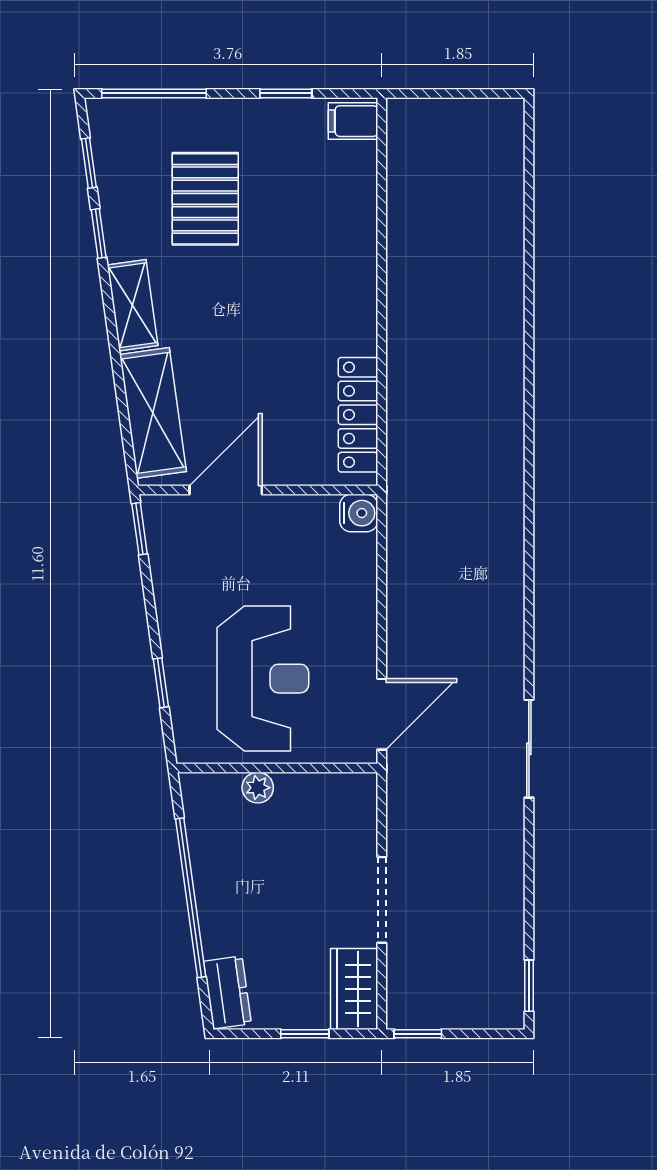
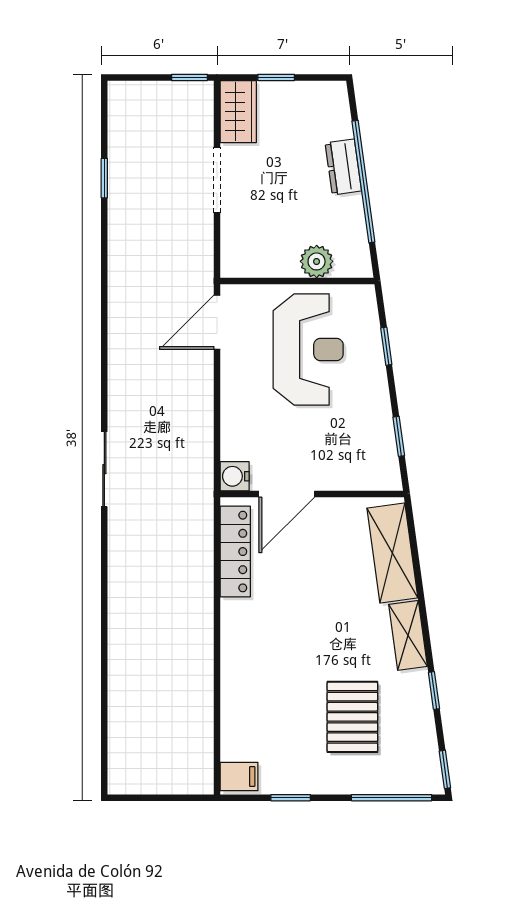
window: (89, 163) -> (445, 769), moved
door: (226, 490) -> (287, 494), moved
window: (140, 529) -> (399, 436), moved
reception desk: (263, 679) -> (308, 349), turned 180
sliding door: (529, 749) -> (104, 469), moved
plant: (258, 788) -> (317, 261), width x1.38, depth x1.38
window: (529, 986) -> (104, 178), moved
dresser: (227, 992) -> (343, 167), moved

